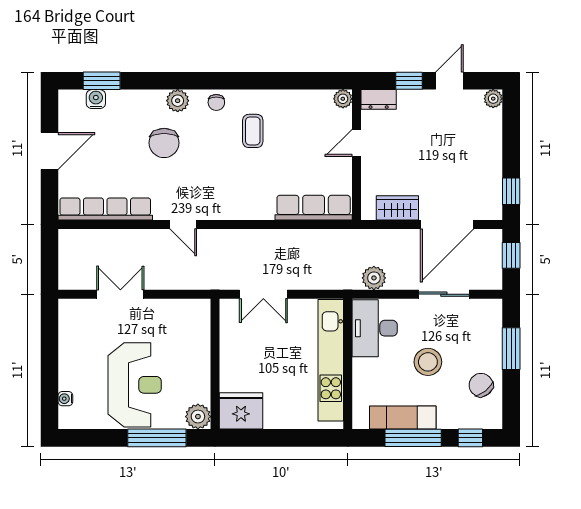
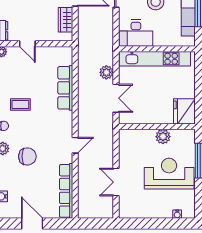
row of seats: (314, 208) -> (65, 88), moved
plant: (374, 278) -> (106, 72), moved
plant: (198, 417) -> (163, 137), moved

